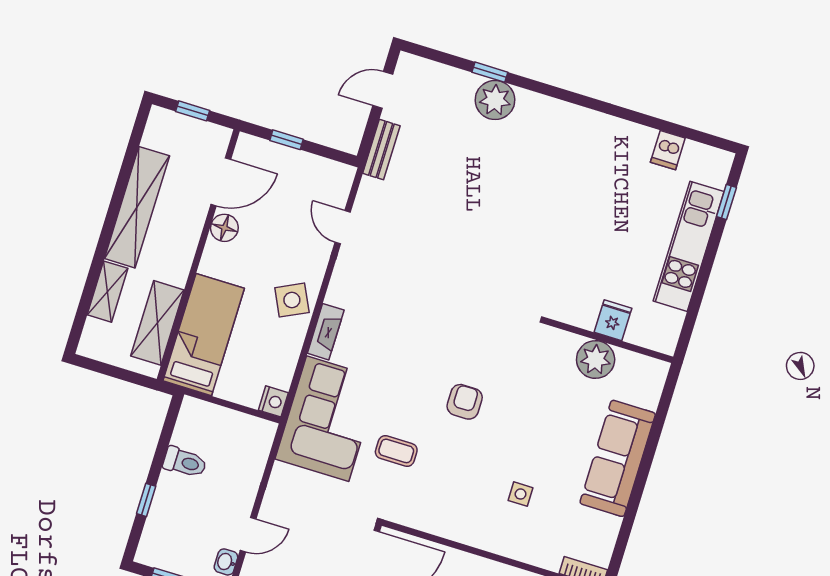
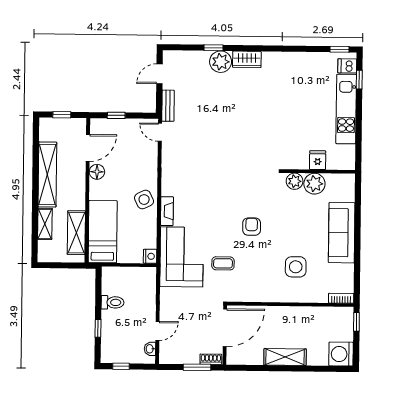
wardrobe: (542, 109) -> (247, 59), added
window: (708, 139) -> (339, 49), added
dishwasher: (668, 150) -> (347, 66), moved, turned 90
door: (343, 227) -> (160, 132), moved
plant: (562, 345) -> (295, 181), added
side table: (521, 494) -> (296, 267), width x1.87, depth x1.87

